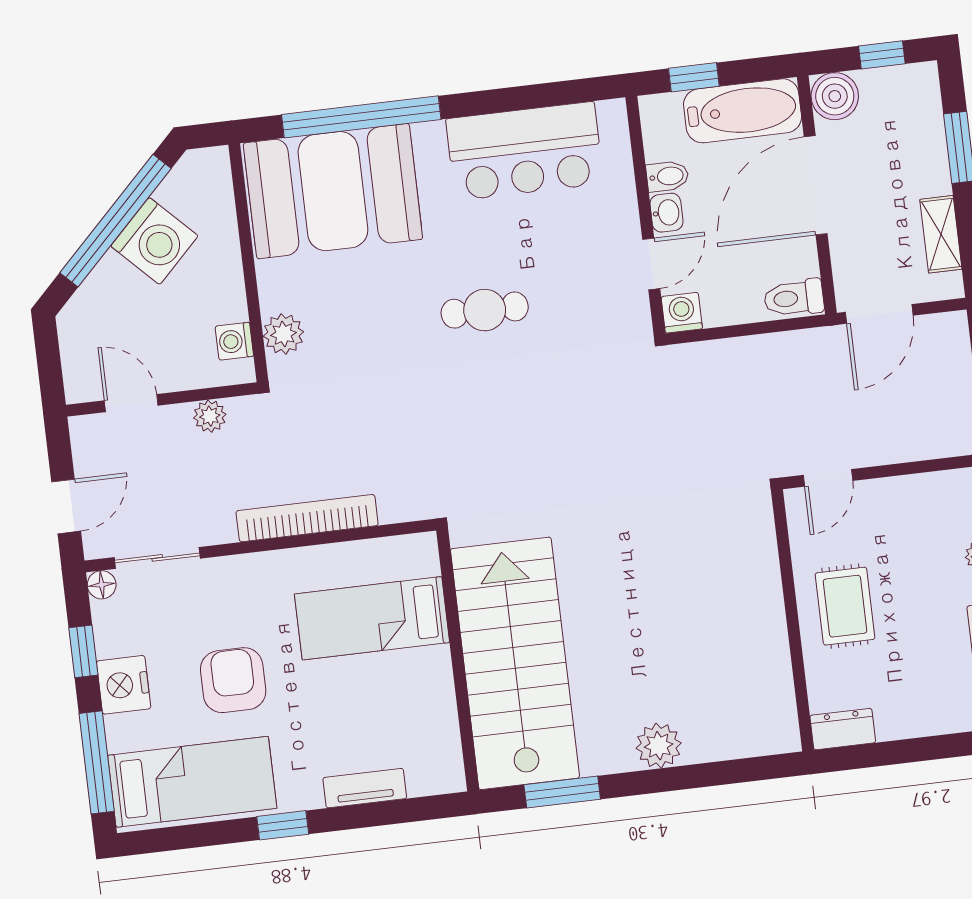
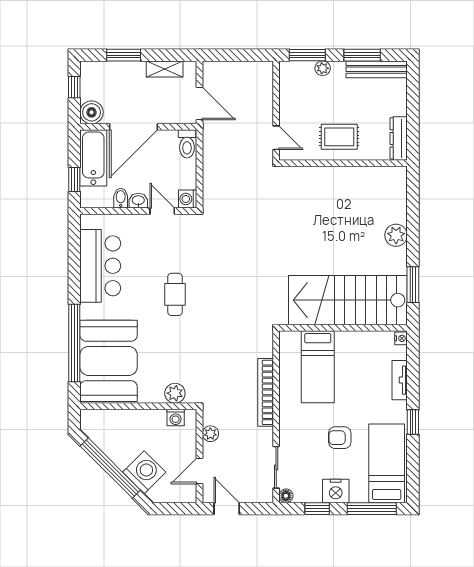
door: (816, 185) -> (134, 127), hinge flipped
washing machine: (154, 241) -> (144, 472), moved
door: (66, 506) -> (227, 509), moved
armchair: (233, 680) -> (340, 438), width x0.72, depth x0.72
dresser: (843, 729) -> (399, 138), width x1.44
nightstand: (450, 781) -> (401, 338), added

